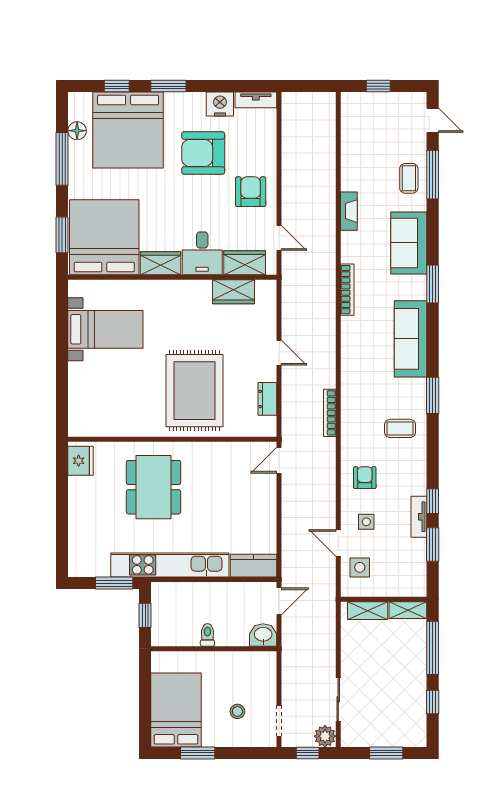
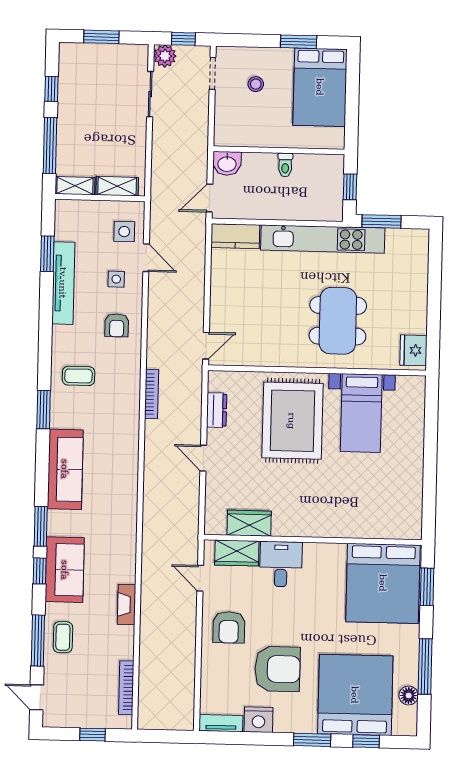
wardrobe: (161, 263) -> (325, 555), removed
bookcase: (347, 290) -> (126, 688), moved
bed with nightstands: (105, 329) -> (361, 413), moved, turned -90
window: (433, 501) -> (40, 571), moved
tv unit: (419, 517) -> (63, 283), width x1.92, depth x1.29

